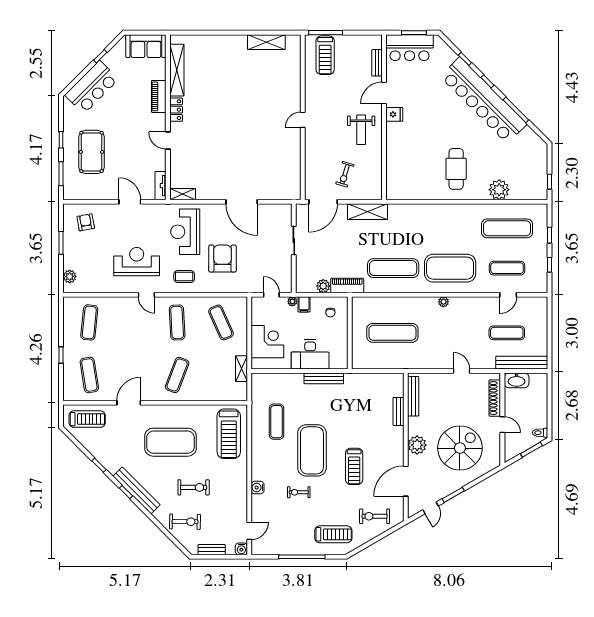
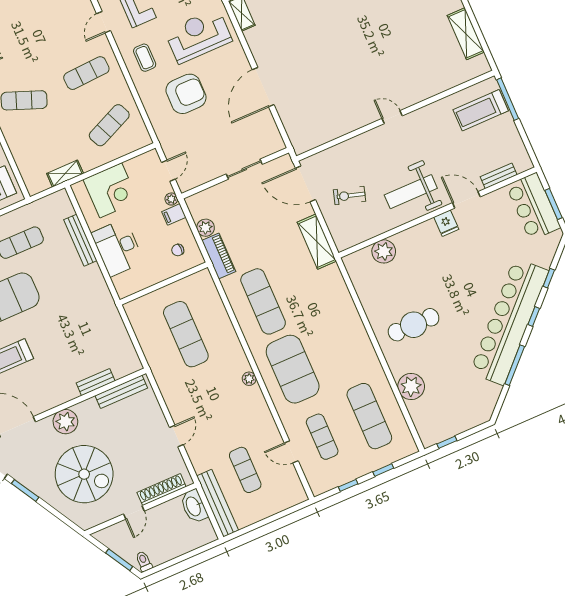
weight bench: (361, 130) -> (411, 192), width x1.36, depth x1.33
plant: (395, 167) -> (384, 251), added
bench: (324, 378) -> (80, 240), moved

